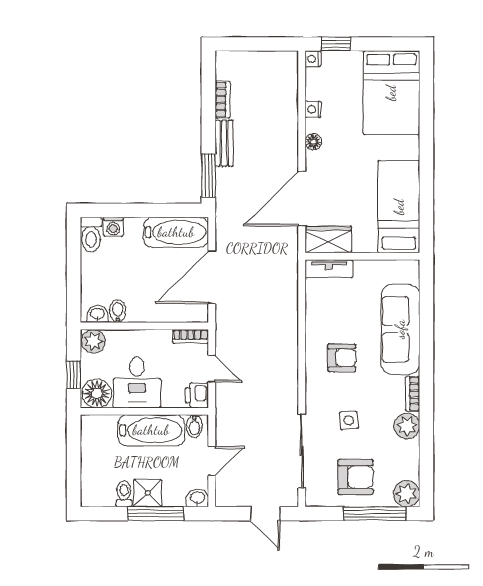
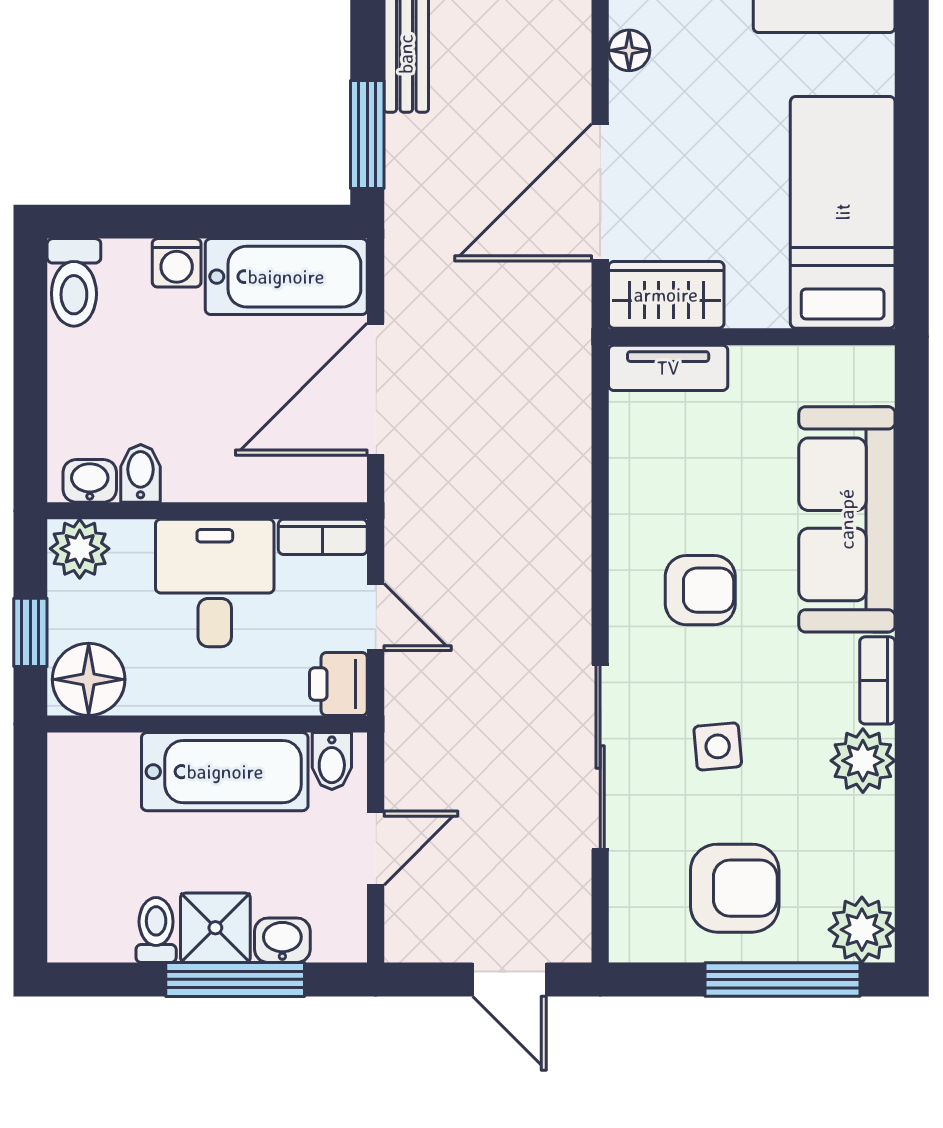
washing machine: (113, 227) -> (177, 263), moved
desk: (137, 382) -> (215, 583), moved, turned 180
sliding door: (302, 451) -> (600, 757), moved
washbasin: (197, 498) -> (282, 940), moved

